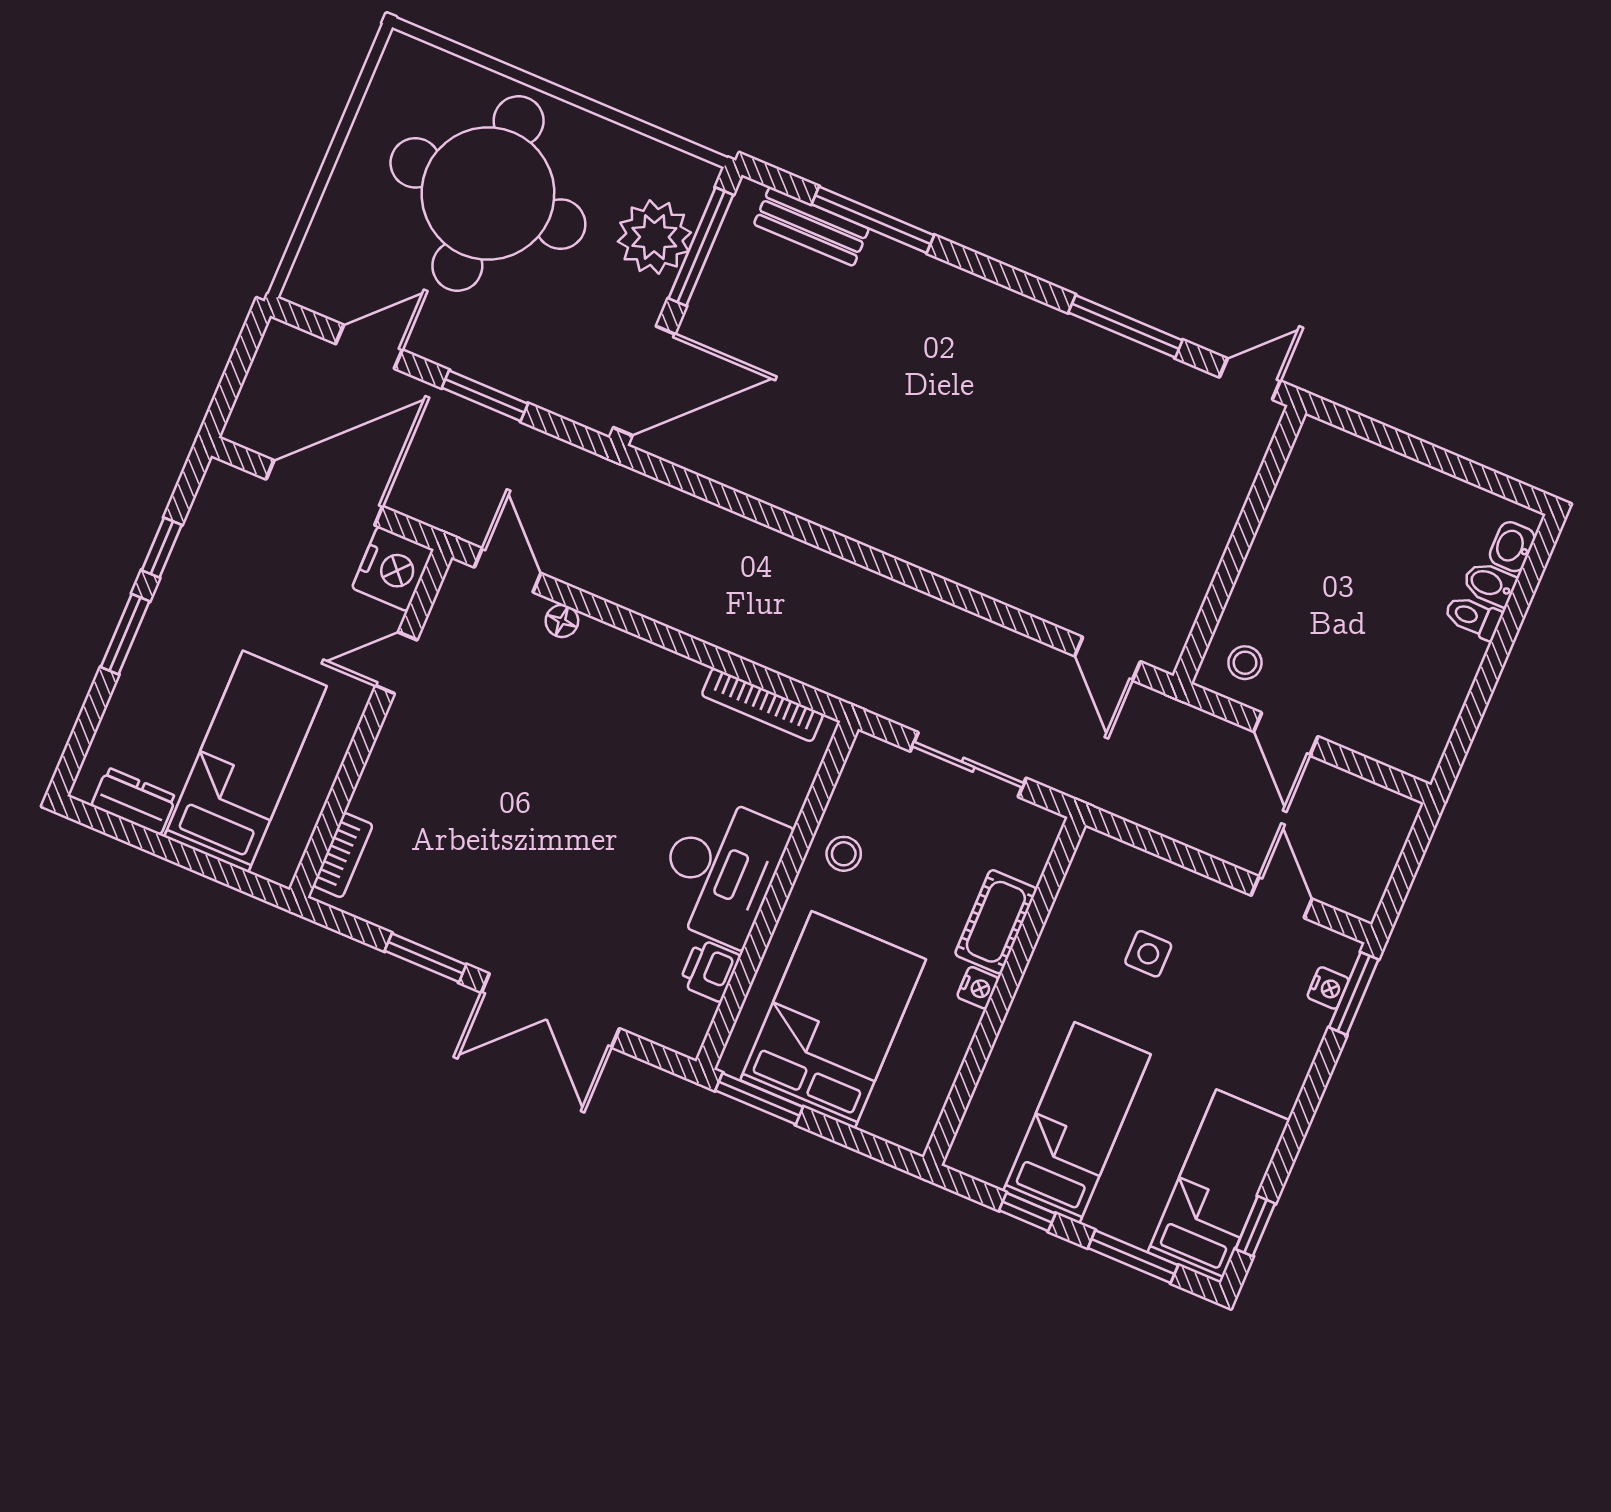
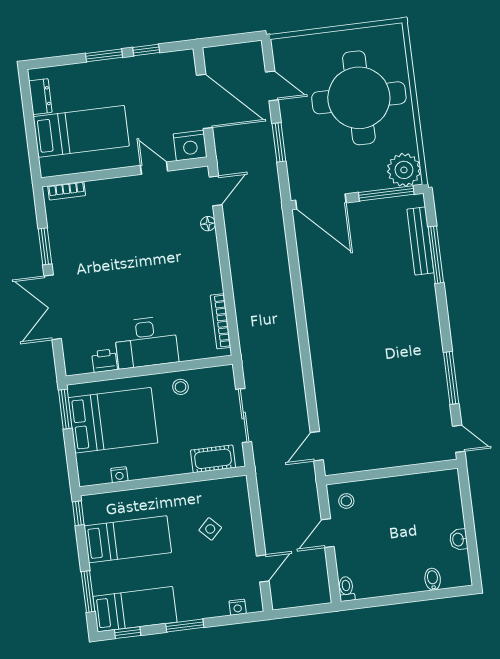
bench: (811, 226) -> (420, 241), width x1.36
plant: (654, 237) -> (404, 170), moved
washbasin: (1512, 547) -> (459, 539), moved, turned -90
toilet: (1473, 617) -> (346, 589), moved
cot: (996, 922) -> (213, 459), moved
side table: (1148, 954) -> (210, 529), turned 45
nightstand: (978, 988) -> (119, 475), moved
window: (1354, 993) -> (185, 626), moved
window: (1027, 1212) -> (78, 513), moved

